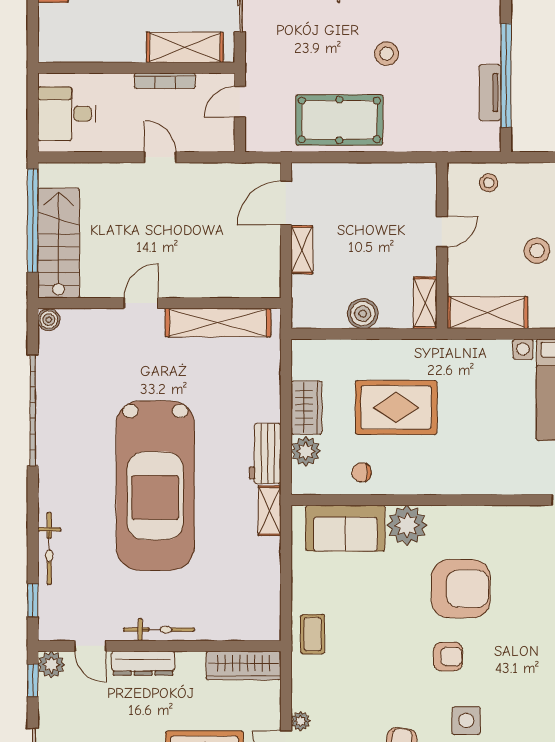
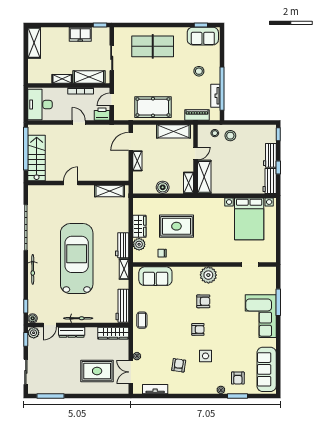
shelving: (120, 52) -> (62, 79), added
stool: (387, 54) -> (199, 71), moved
desk: (67, 114) -> (40, 105), width x1.37
printer: (216, 137) -> (102, 114), added
piano: (445, 139) -> (197, 115), added
shelving: (389, 179) -> (173, 131), added
stool: (537, 251) -> (230, 136), moved
shelving: (487, 313) -> (204, 177), moved, turned 90
boiler: (49, 320) -> (33, 318), moved
shelving: (218, 323) -> (110, 191), width x0.68
car: (155, 486) -> (77, 259), turned 180
plant: (407, 525) -> (208, 275), moved
bicycle: (49, 549) -> (33, 269), moved
armchair: (461, 589) -> (203, 301), width x0.53, depth x0.53
workbench: (266, 599) -> (122, 306), added
door: (90, 646) -> (50, 325), hinge flipped

